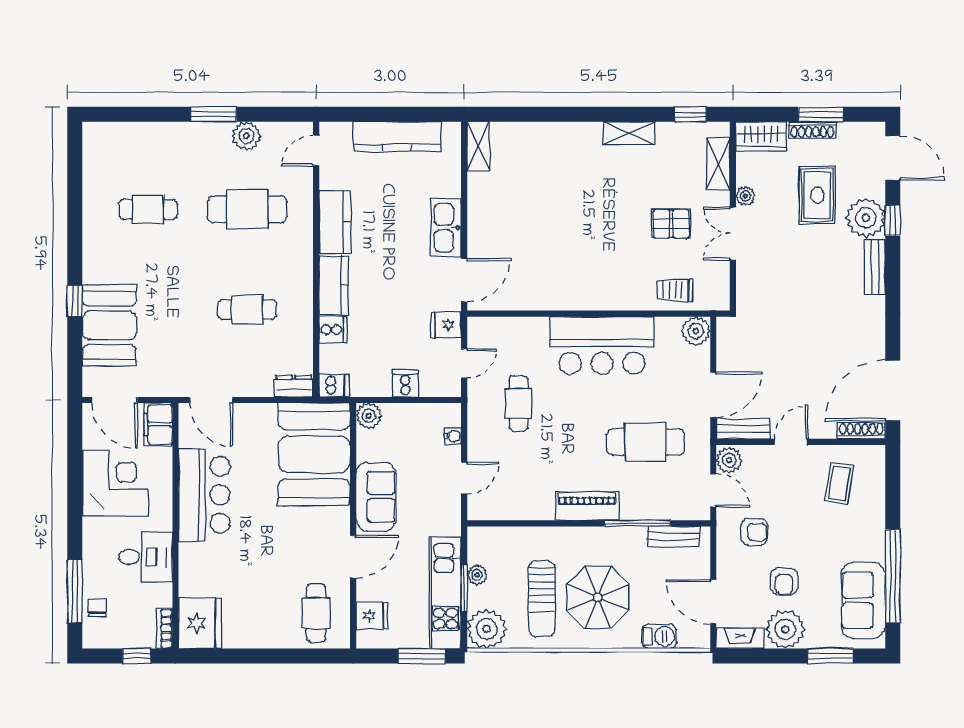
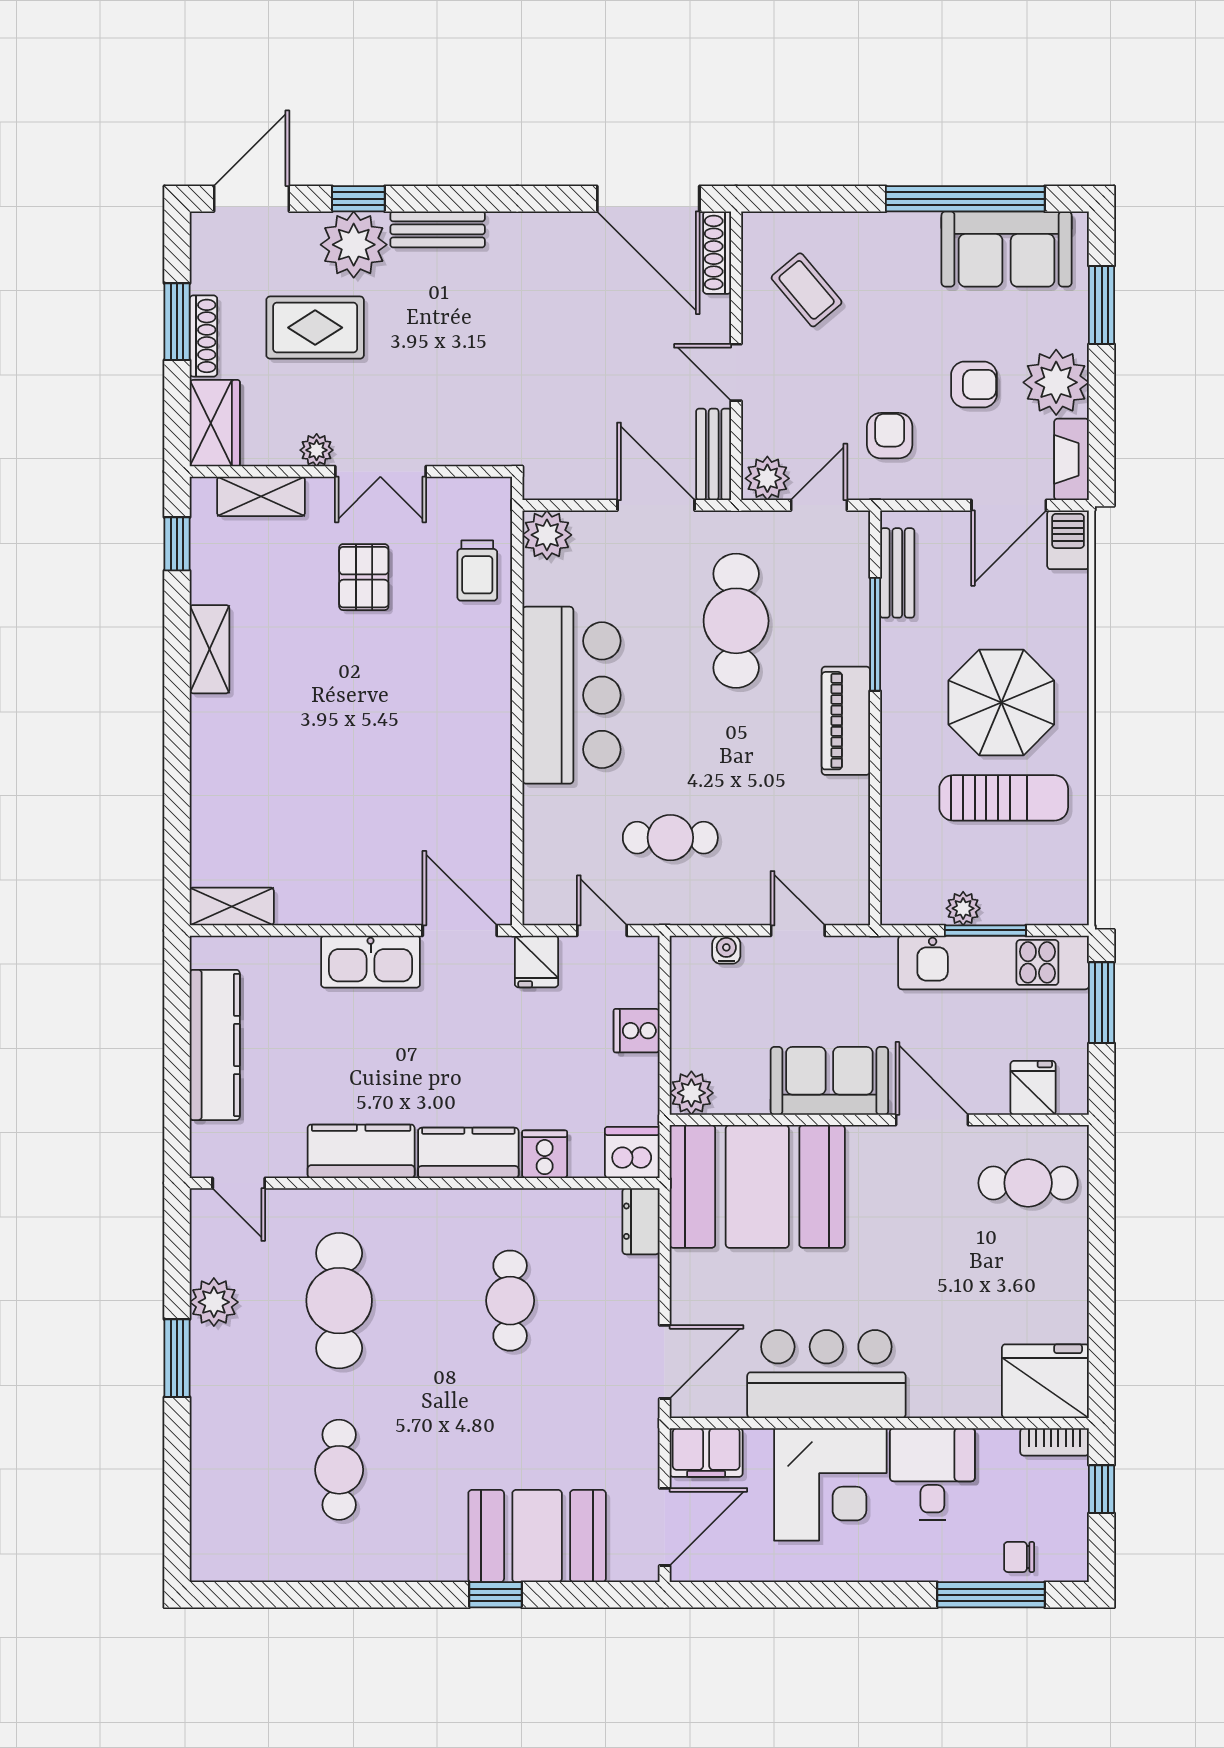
dishwasher: (334, 385) -> (632, 1152), width x1.38
corner desk: (115, 483) -> (830, 1484), moved, turned 180
coffee table: (839, 483) -> (807, 290), turned 41
plant: (487, 629) -> (1055, 892), removed
barbecue: (659, 636) -> (1068, 540), moved

